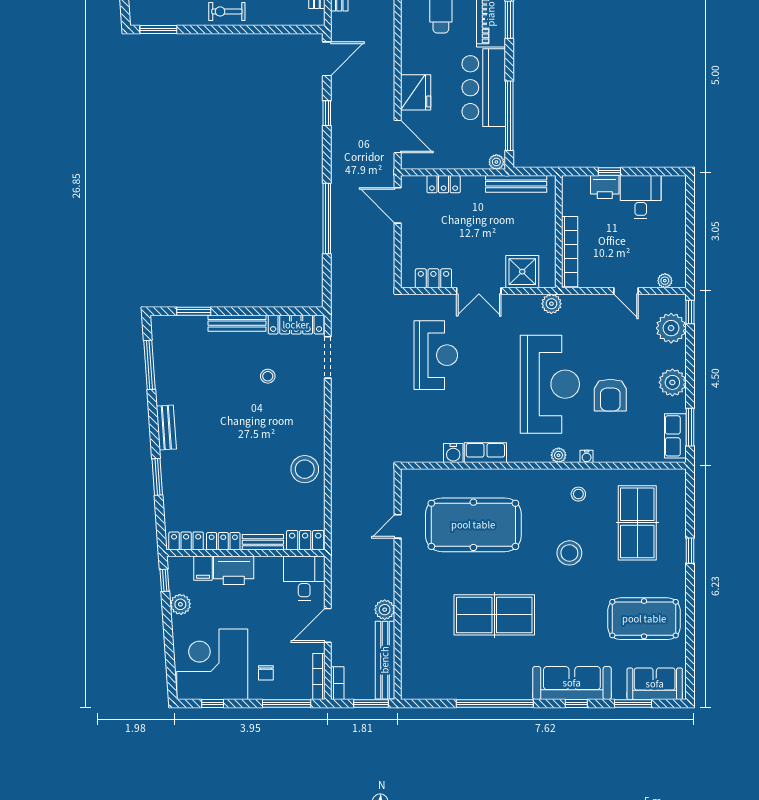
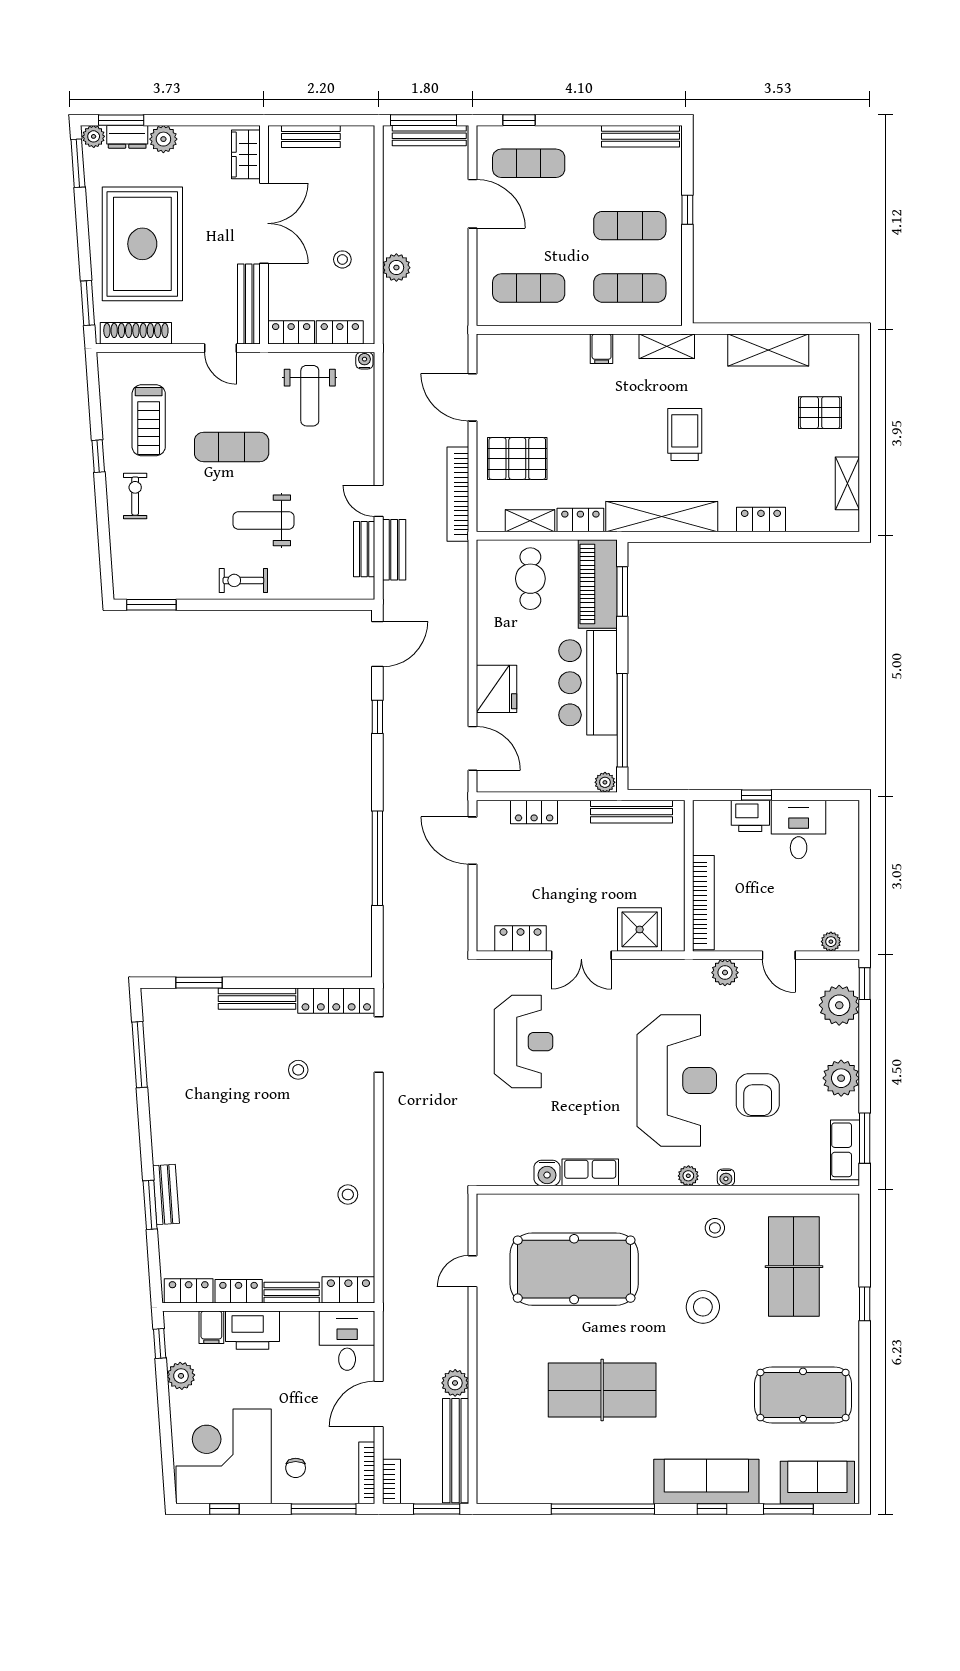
plant: (551, 304) -> (725, 973), moved
bench: (166, 428) -> (166, 1194), moved
stool: (305, 469) -> (348, 1194), width x0.53, depth x0.53

